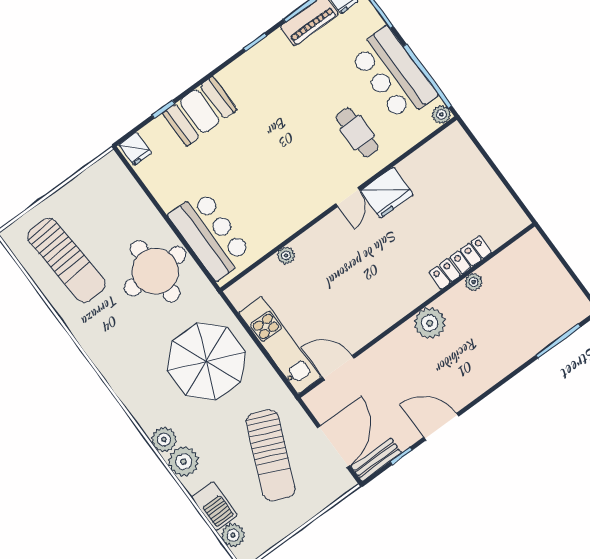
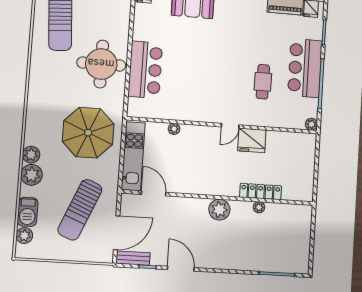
plant: (441, 114) -> (311, 124), moved
fridge: (387, 193) -> (252, 140), moved
door: (348, 197) -> (230, 126), moved
wall: (338, 204) -> (223, 125), moved
plant: (286, 255) -> (174, 129), moved

